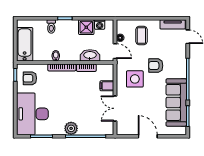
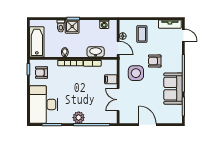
shower: (86, 27) -> (72, 27), moved
sofa: (176, 102) -> (173, 89), width x0.73

